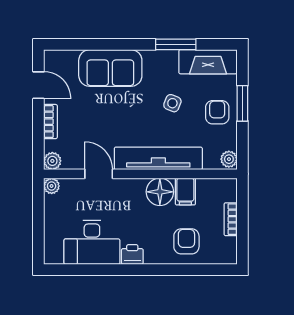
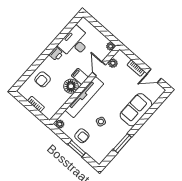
fireplace: (208, 62) -> (105, 150), removed
plant: (52, 161) -> (113, 63), moved
door: (99, 174) -> (99, 69), swing flipped
filing cabinet: (185, 192) -> (80, 76), moved
armchair: (186, 241) -> (43, 79), turned 90

